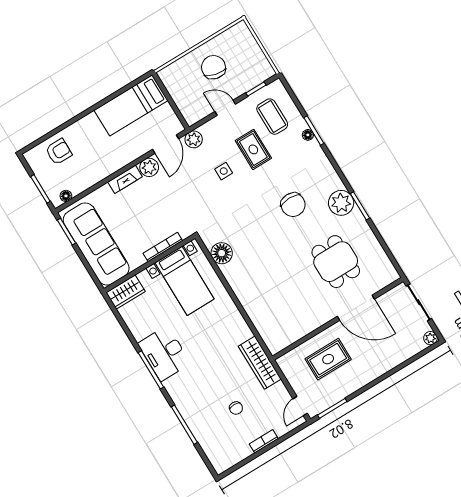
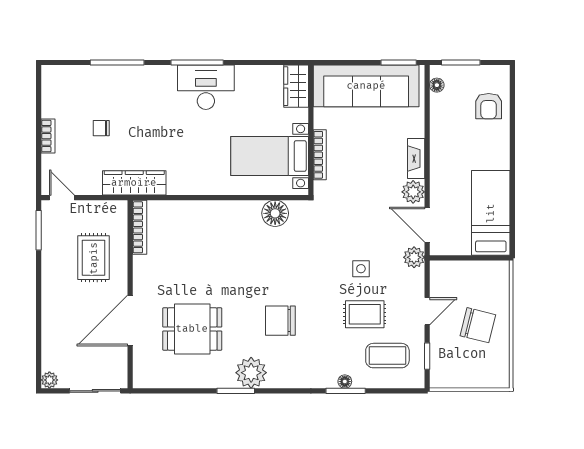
bookcase: (288, 340) -> (140, 227), added

